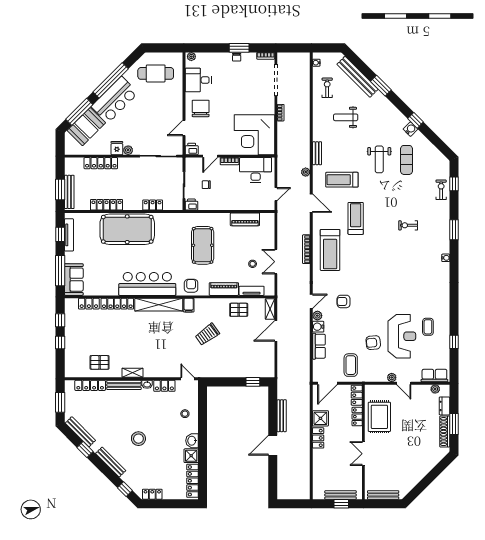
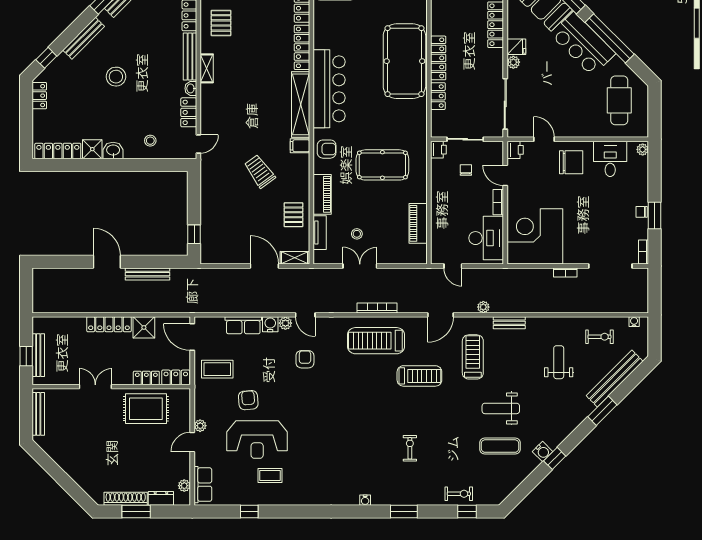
locker: (107, 205) -> (438, 58), moved
locker: (318, 438) -> (109, 324), width x1.53

